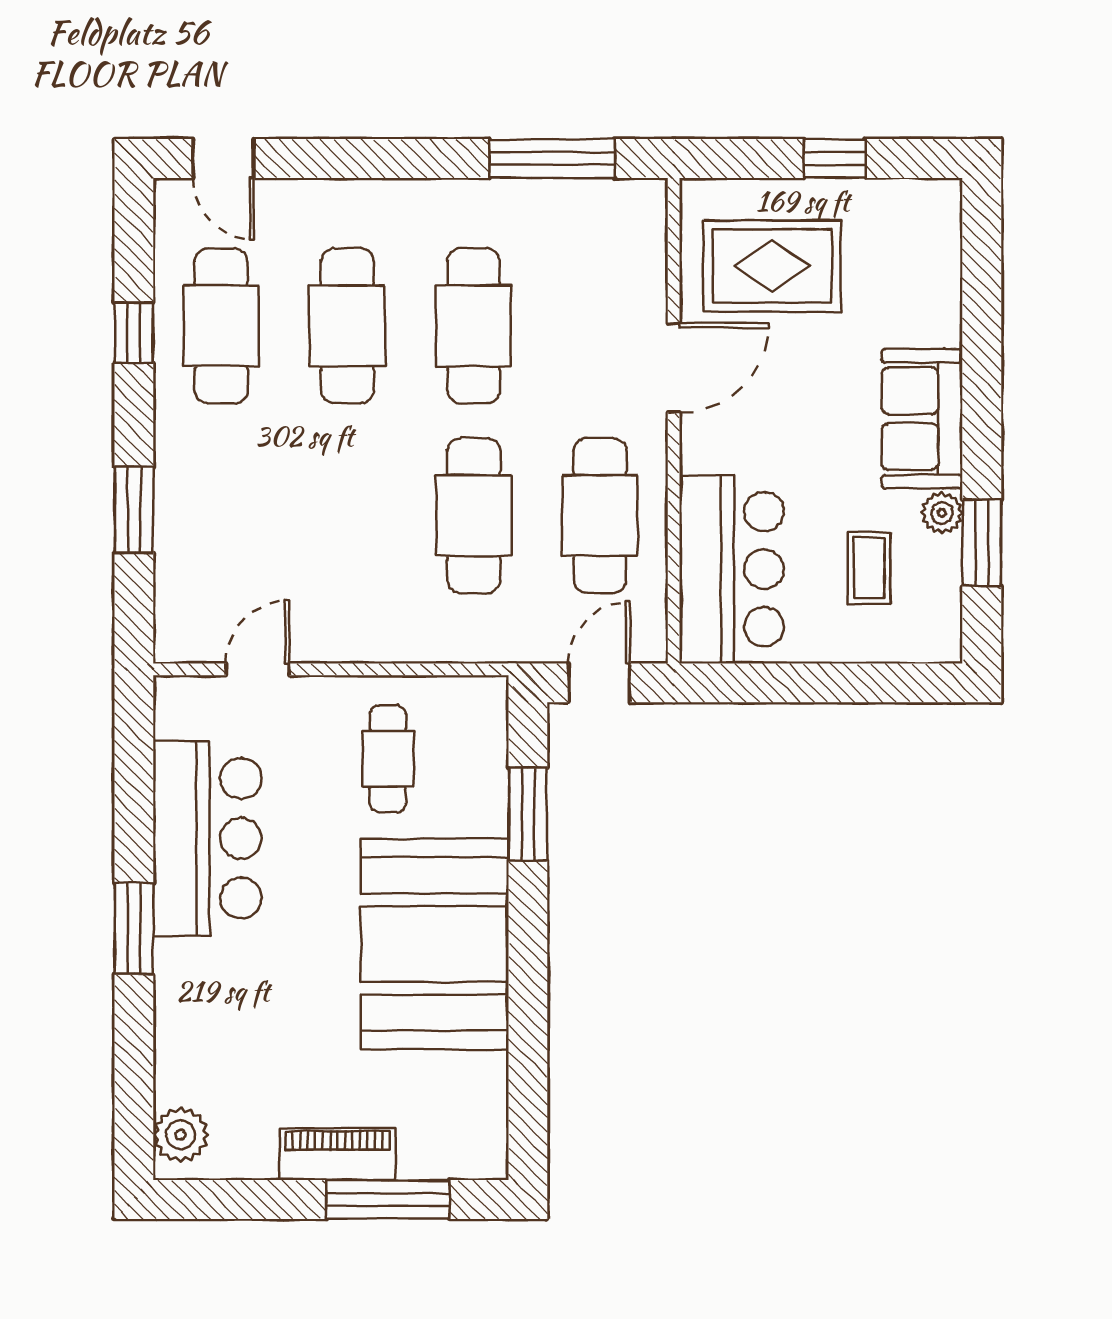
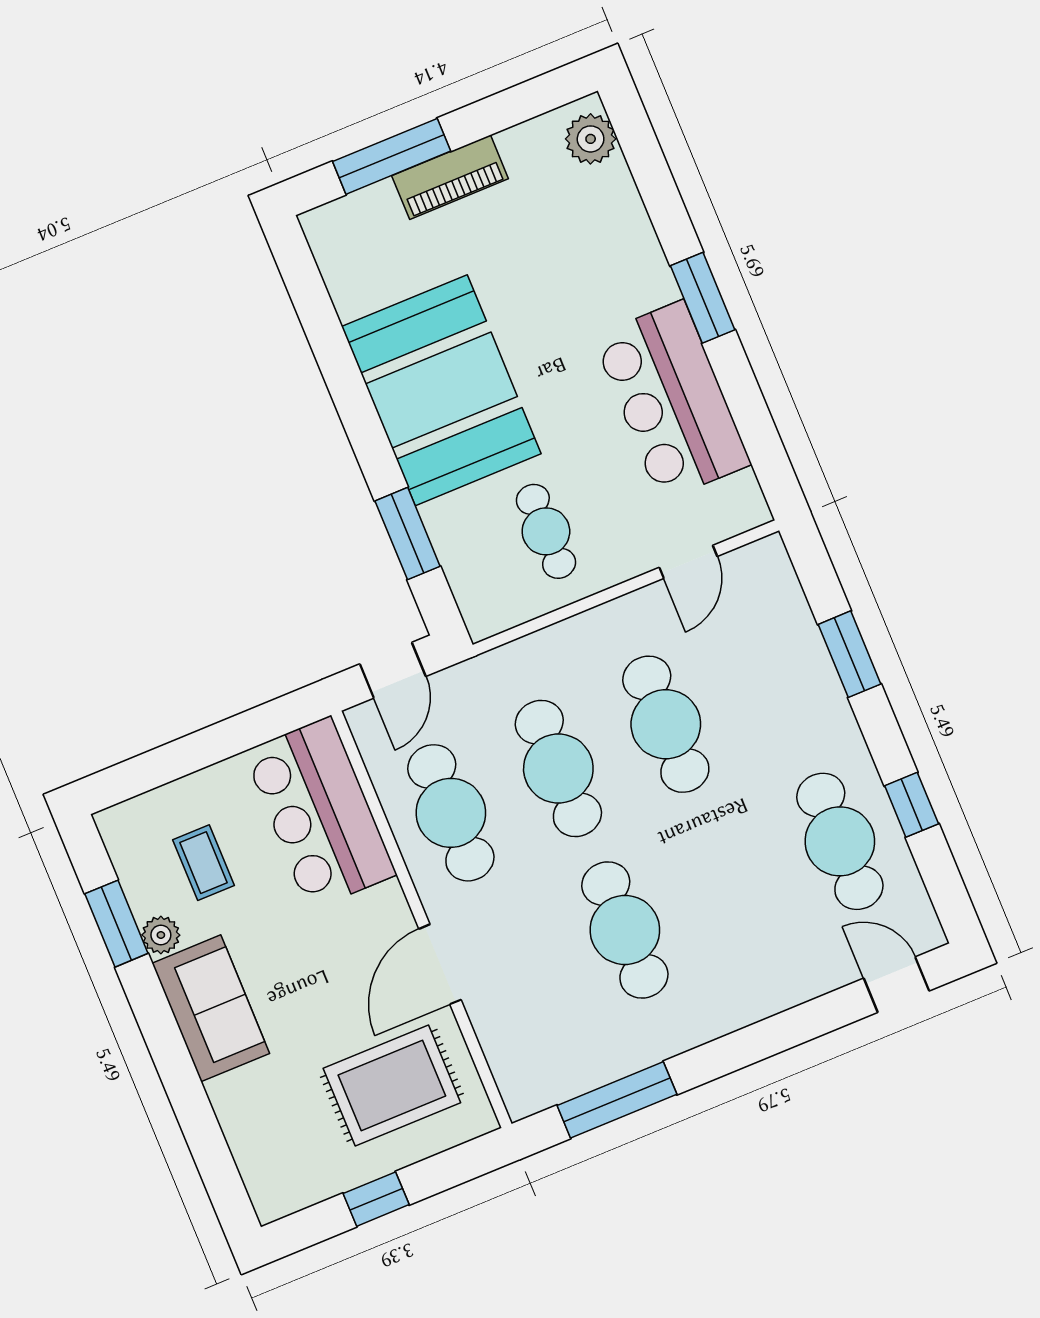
cafe table: (347, 326) -> (666, 724), moved

